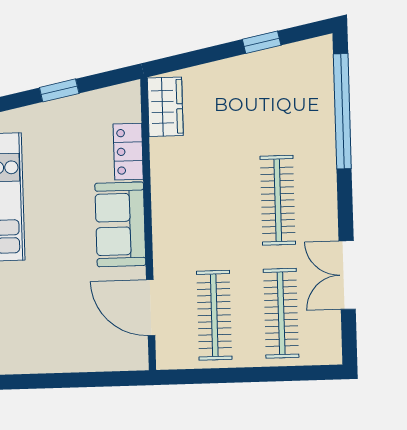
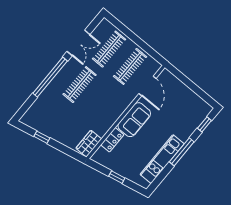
window: (342, 111) -> (50, 77), moved

